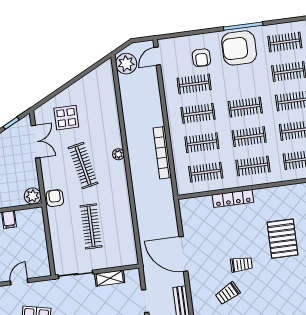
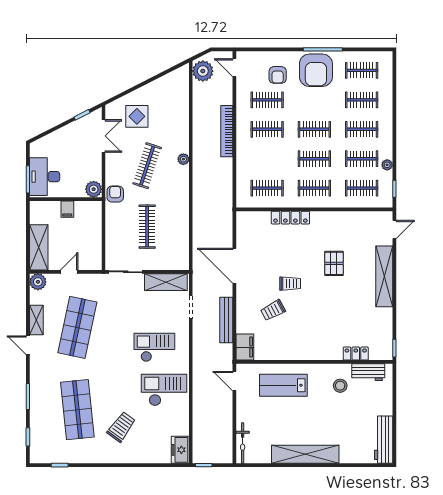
armchair: (239, 48) -> (316, 70), turned -90
door: (157, 56) -> (234, 68), hinge flipped
clothes rail: (202, 143) -> (267, 159), removed
bookcase: (162, 153) -> (227, 131), moved
clothes rail: (83, 166) -> (147, 166), turned 30
pallet: (282, 239) -> (334, 263), width x0.67, depth x0.71
shelving: (110, 278) -> (166, 282), width x1.50, depth x1.33

